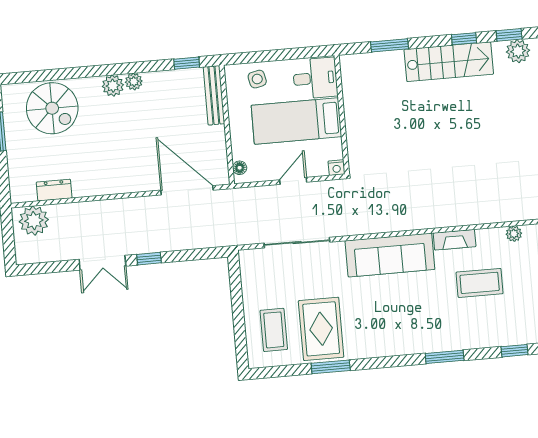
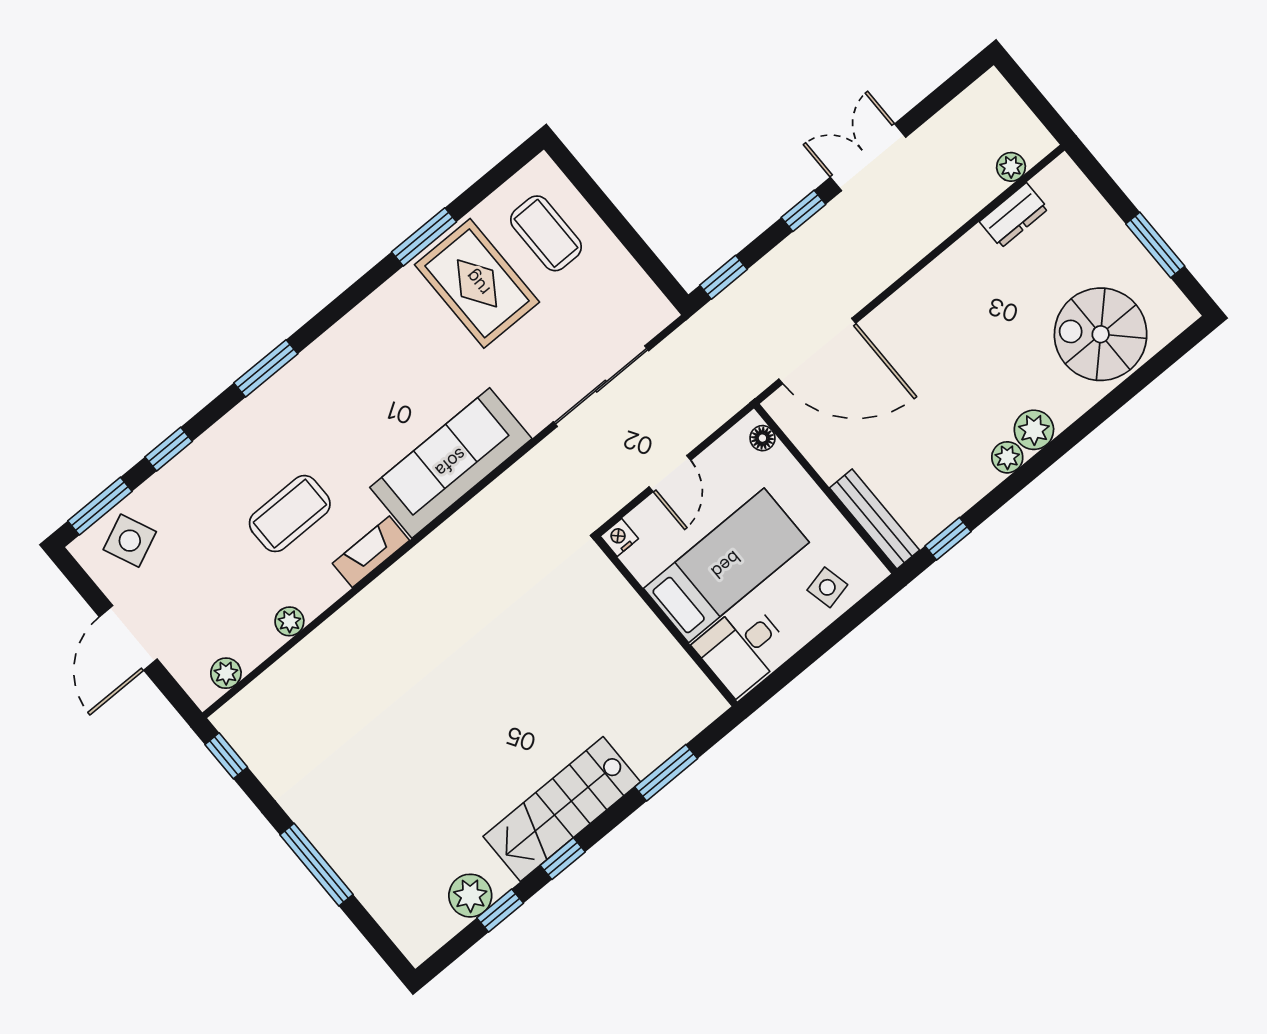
plant: (34, 221) -> (1011, 167), width x0.53, depth x0.53
window: (207, 254) -> (724, 277), added

